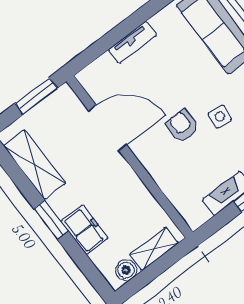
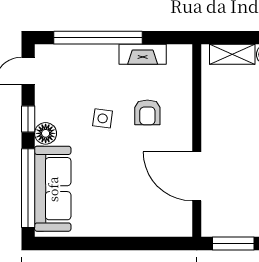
tv unit: (132, 42) -> (127, 228), removed
armchair: (182, 126) -> (147, 112), moved

